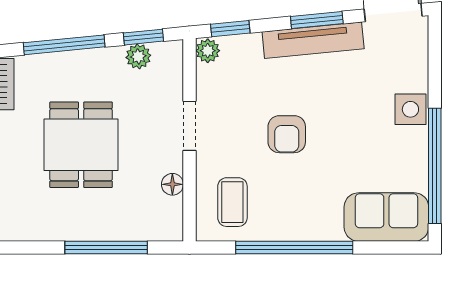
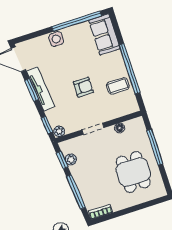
dining table: (81, 145) -> (133, 172), moved, turned 90
coffee table: (232, 202) -> (118, 86), moved

